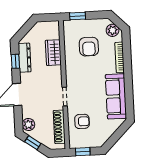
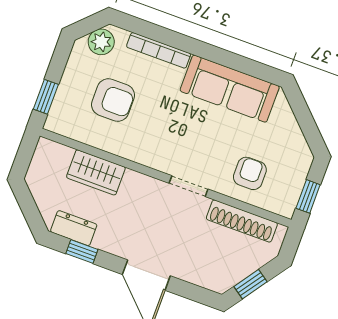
dresser: (25, 58) -> (74, 228), width x0.70
plant: (28, 125) -> (213, 278), removed

